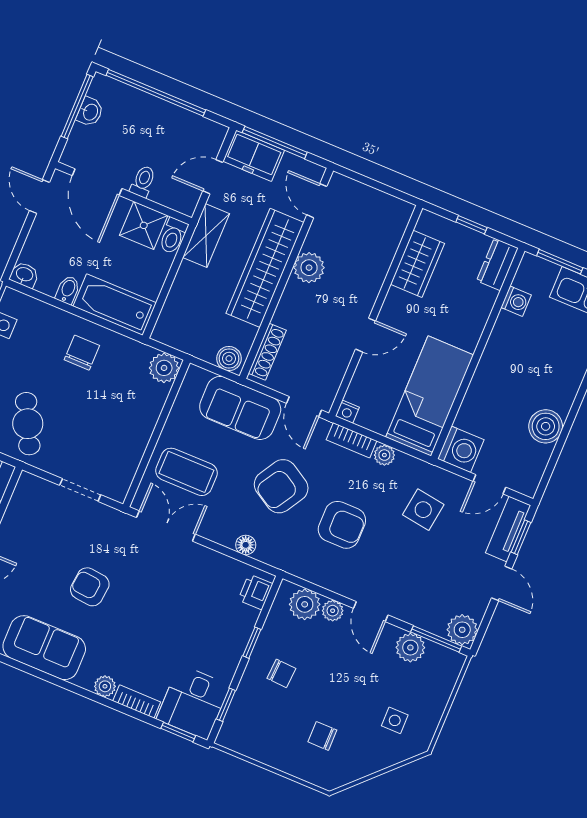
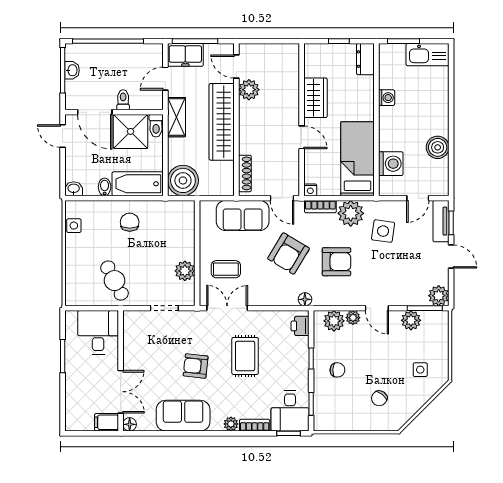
shower: (144, 225) -> (131, 131), width x1.36, depth x1.36
wardrobe: (417, 264) -> (316, 98), moved
plant: (309, 268) -> (249, 90), moved
washing machine: (516, 301) -> (387, 98), moved
door: (366, 335) -> (302, 137), hinge flipped
boiler: (229, 359) -> (183, 180), moved, width x1.86, depth x1.86
plant: (164, 368) -> (185, 271), moved
washing machine: (461, 449) -> (391, 164), moved
plant: (384, 455) -> (351, 213), width x1.87, depth x1.87
coffee table: (186, 472) -> (226, 269), width x0.73, depth x0.77
floor lamp: (246, 545) -> (305, 299), moved
rug: (163, 601) -> (245, 356), added
chair: (322, 736) -> (379, 398), turned -53

